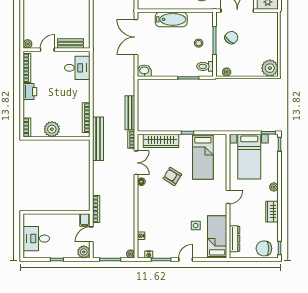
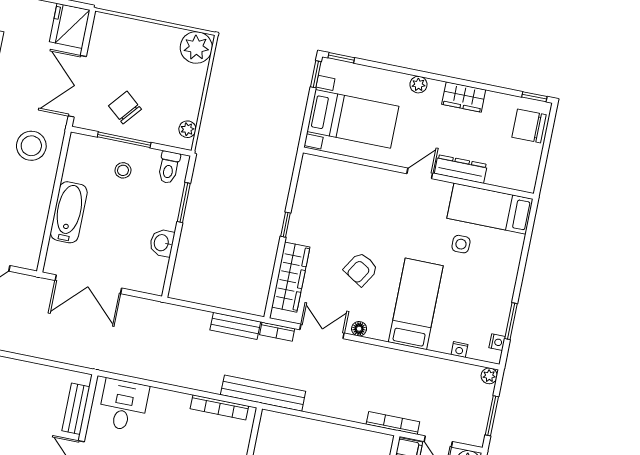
washbasin: (144, 71) -> (162, 243), moved
bench: (130, 113) -> (235, 326), width x0.73
bed: (203, 157) -> (416, 304), moved, turned -90
door: (228, 197) -> (420, 173), hinge flipped
dresser: (235, 239) -> (461, 169), moved
chair: (264, 248) -> (529, 126), turned 90
door: (186, 259) -> (520, 276), removed

